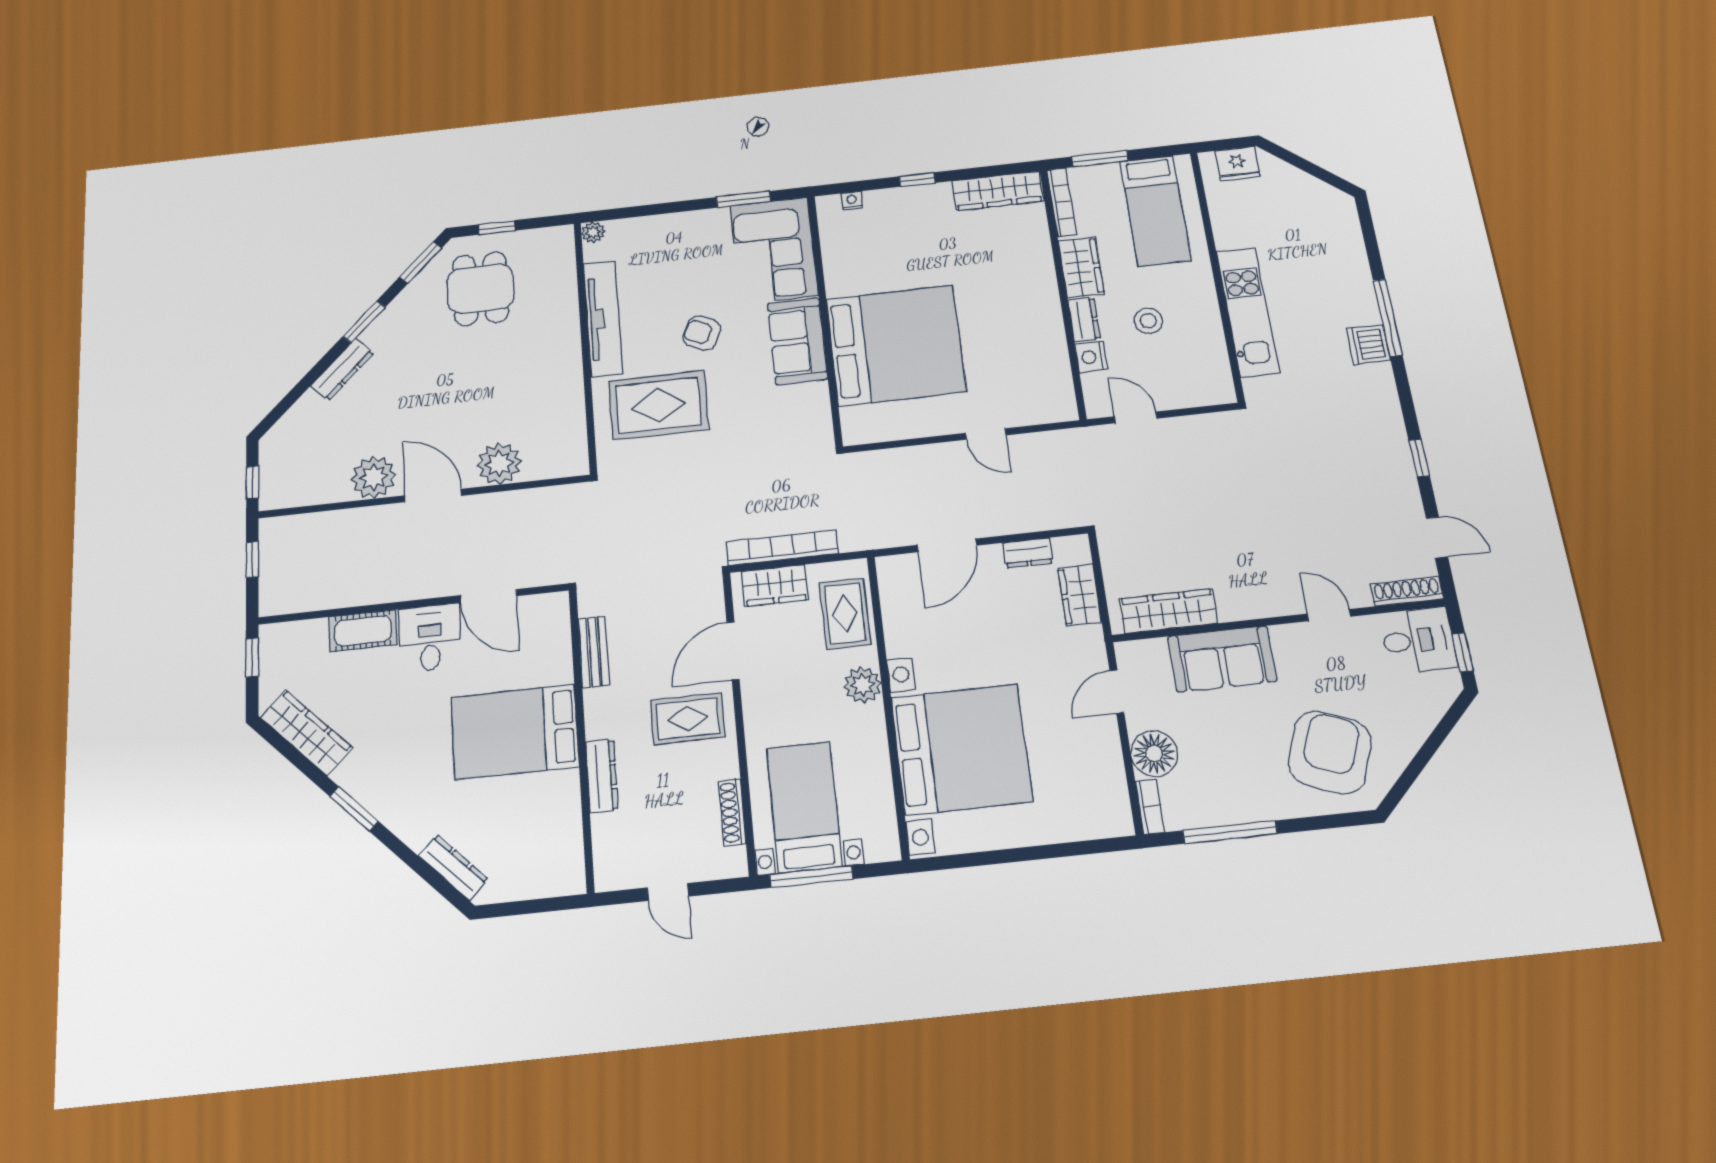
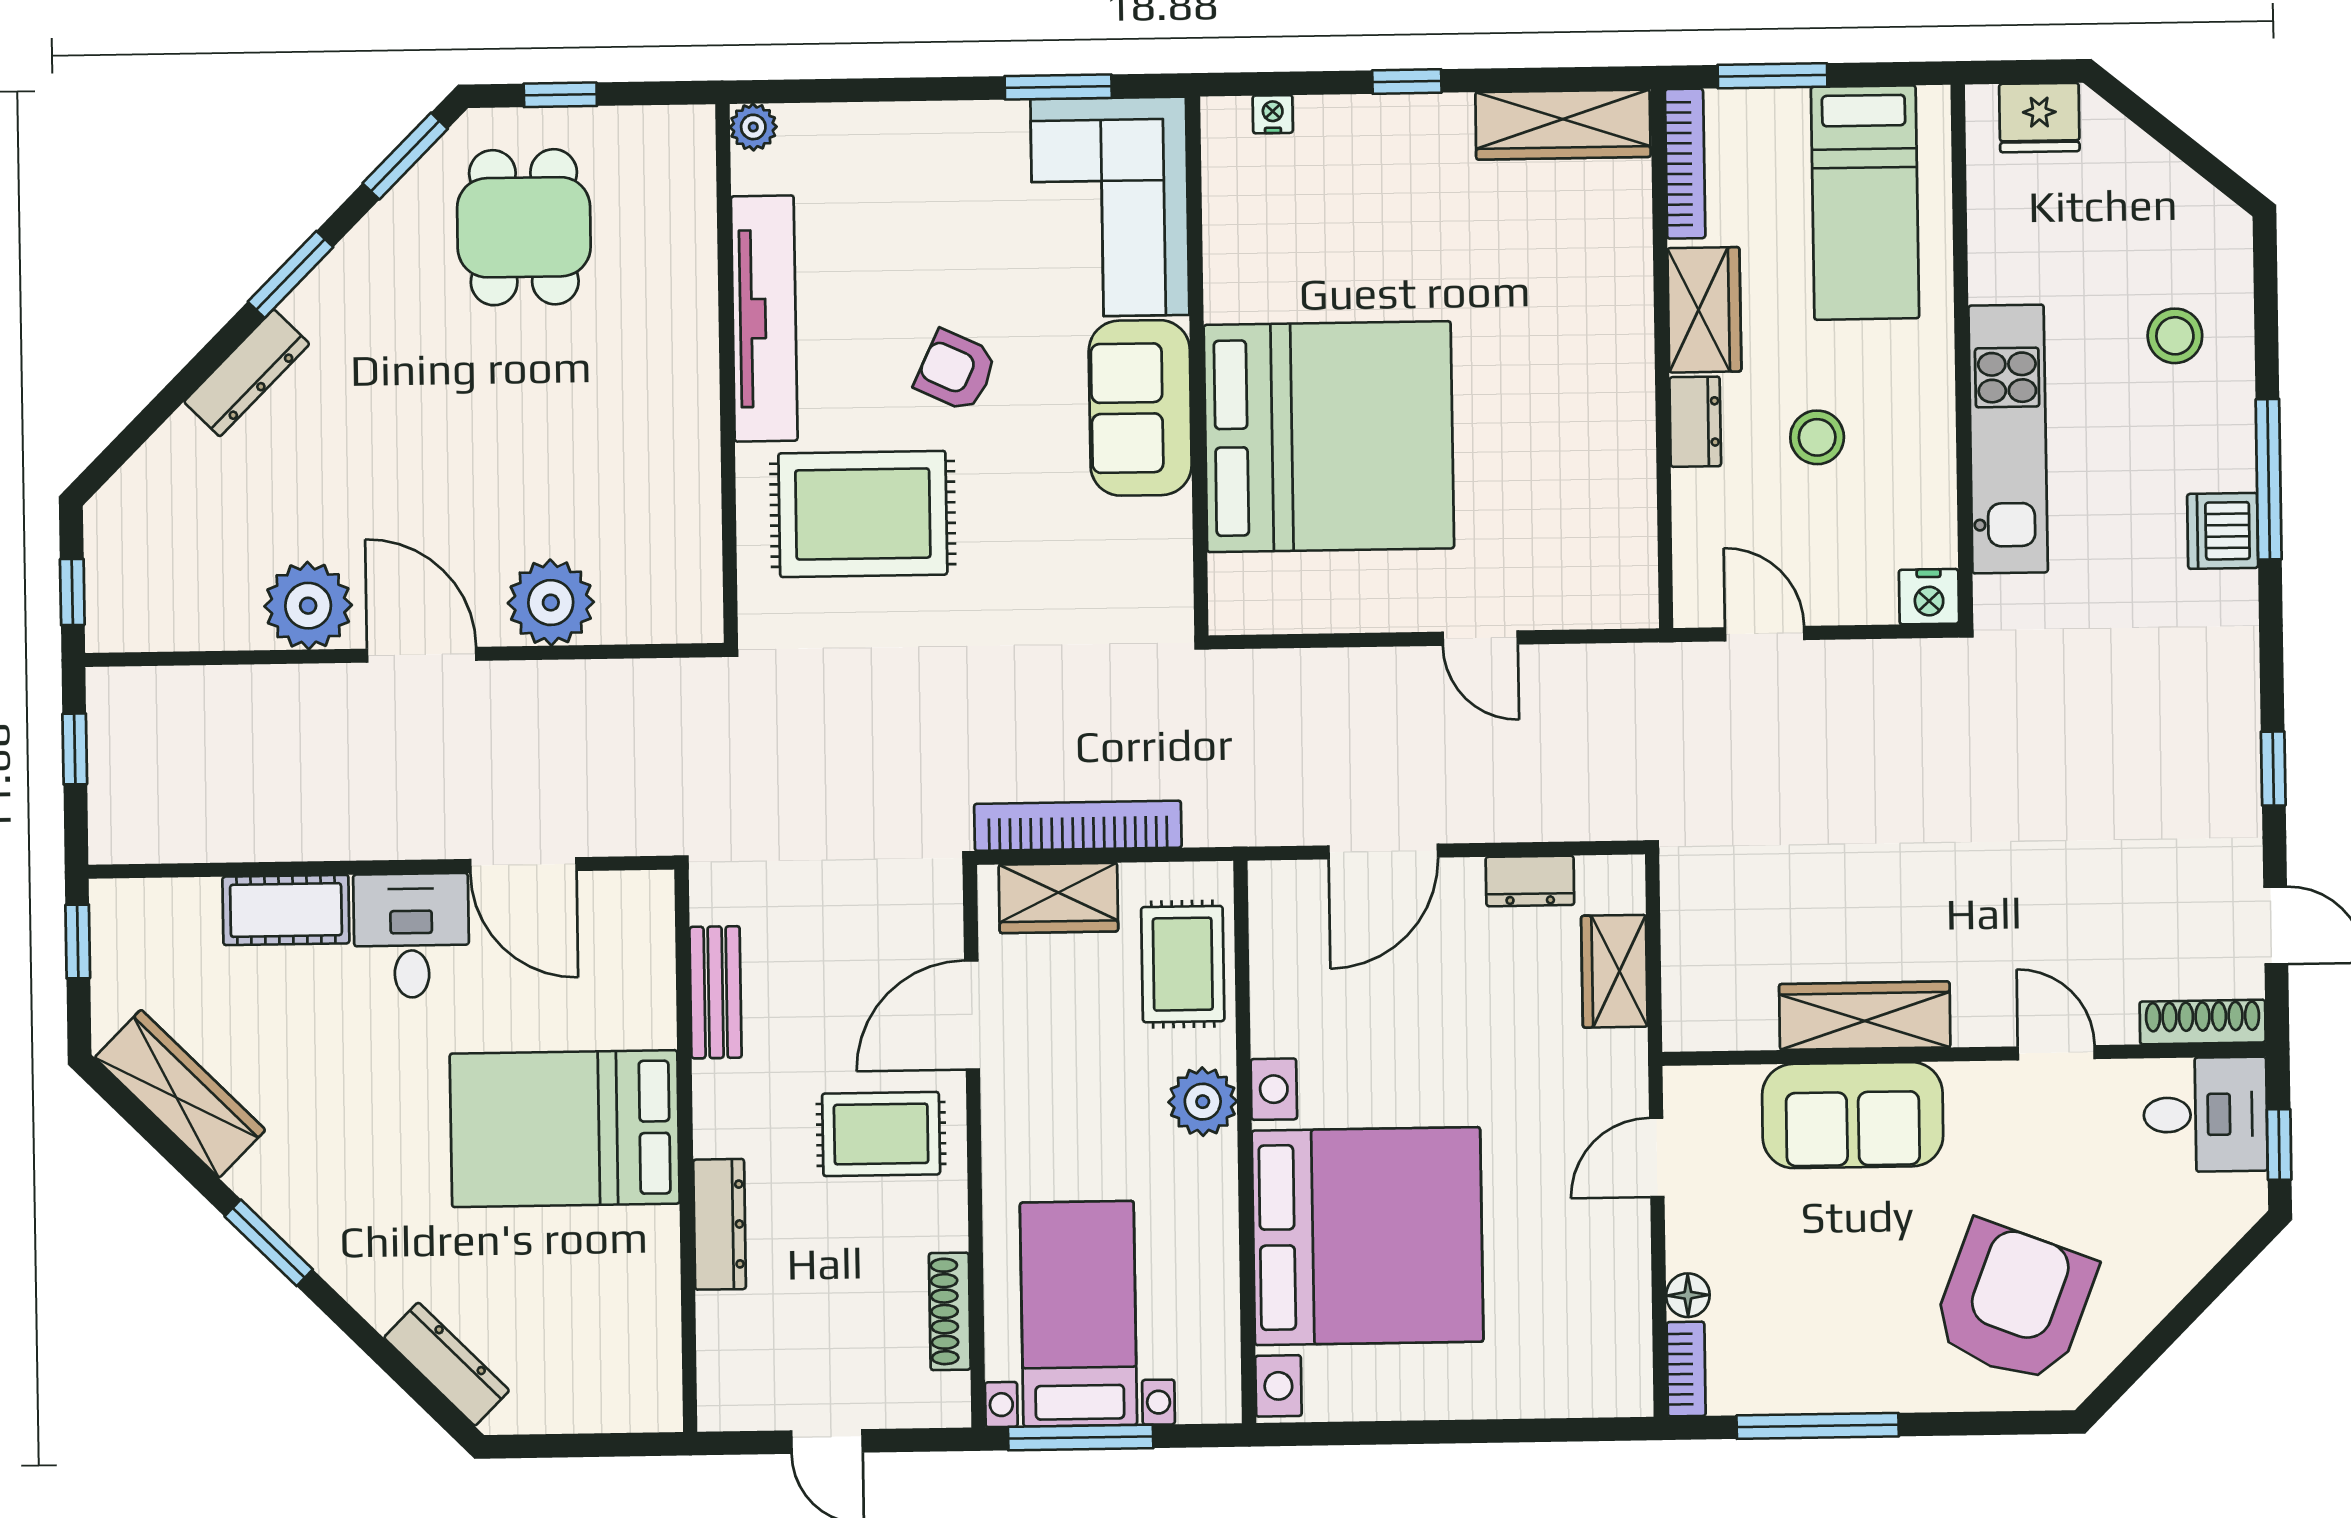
stool: (1325, 255) -> (2175, 336), added
nightstand: (1091, 357) -> (1929, 597), moved, turned -90
wardrobe: (1168, 611) -> (1865, 1016), moved
floor lamp: (1154, 754) -> (1688, 1295), width x0.53, depth x0.53

